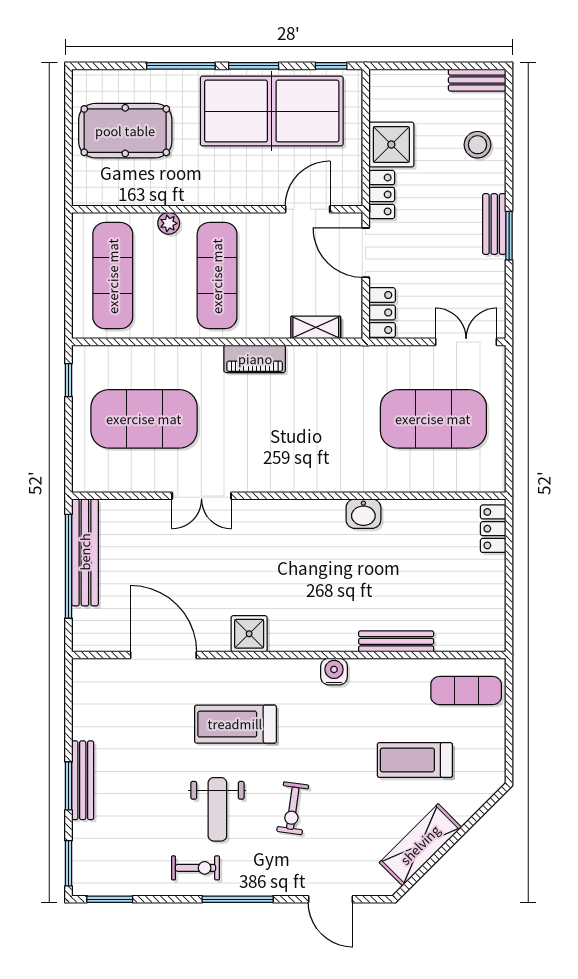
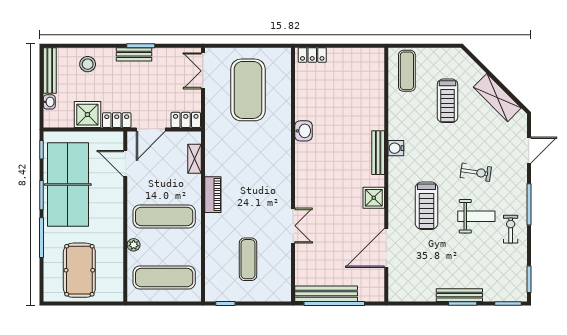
washbasin: (413, 79) -> (49, 102), added
bench: (477, 80) -> (50, 70), width x1.36
exercise mat: (144, 419) -> (248, 259), width x0.50, depth x0.69
bench: (396, 641) -> (378, 153), moved

